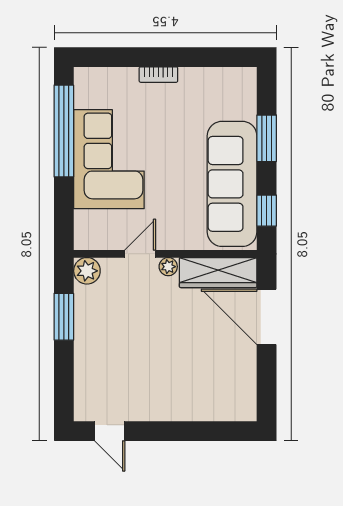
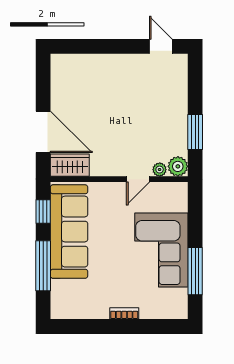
window: (64, 131) -> (195, 271), width x0.68
window: (267, 138) -> (43, 266), width x1.44
plant: (168, 267) -> (160, 170), moved
wardrobe: (218, 273) -> (70, 165), width x0.67

